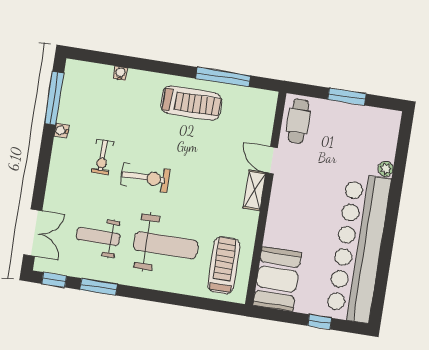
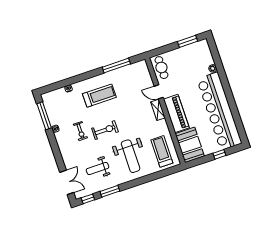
window: (347, 97) -> (187, 41), moved
treadmill: (191, 103) -> (99, 96), moved
piano: (283, 213) -> (176, 113), added
weight bench: (166, 245) -> (131, 156), turned 90

